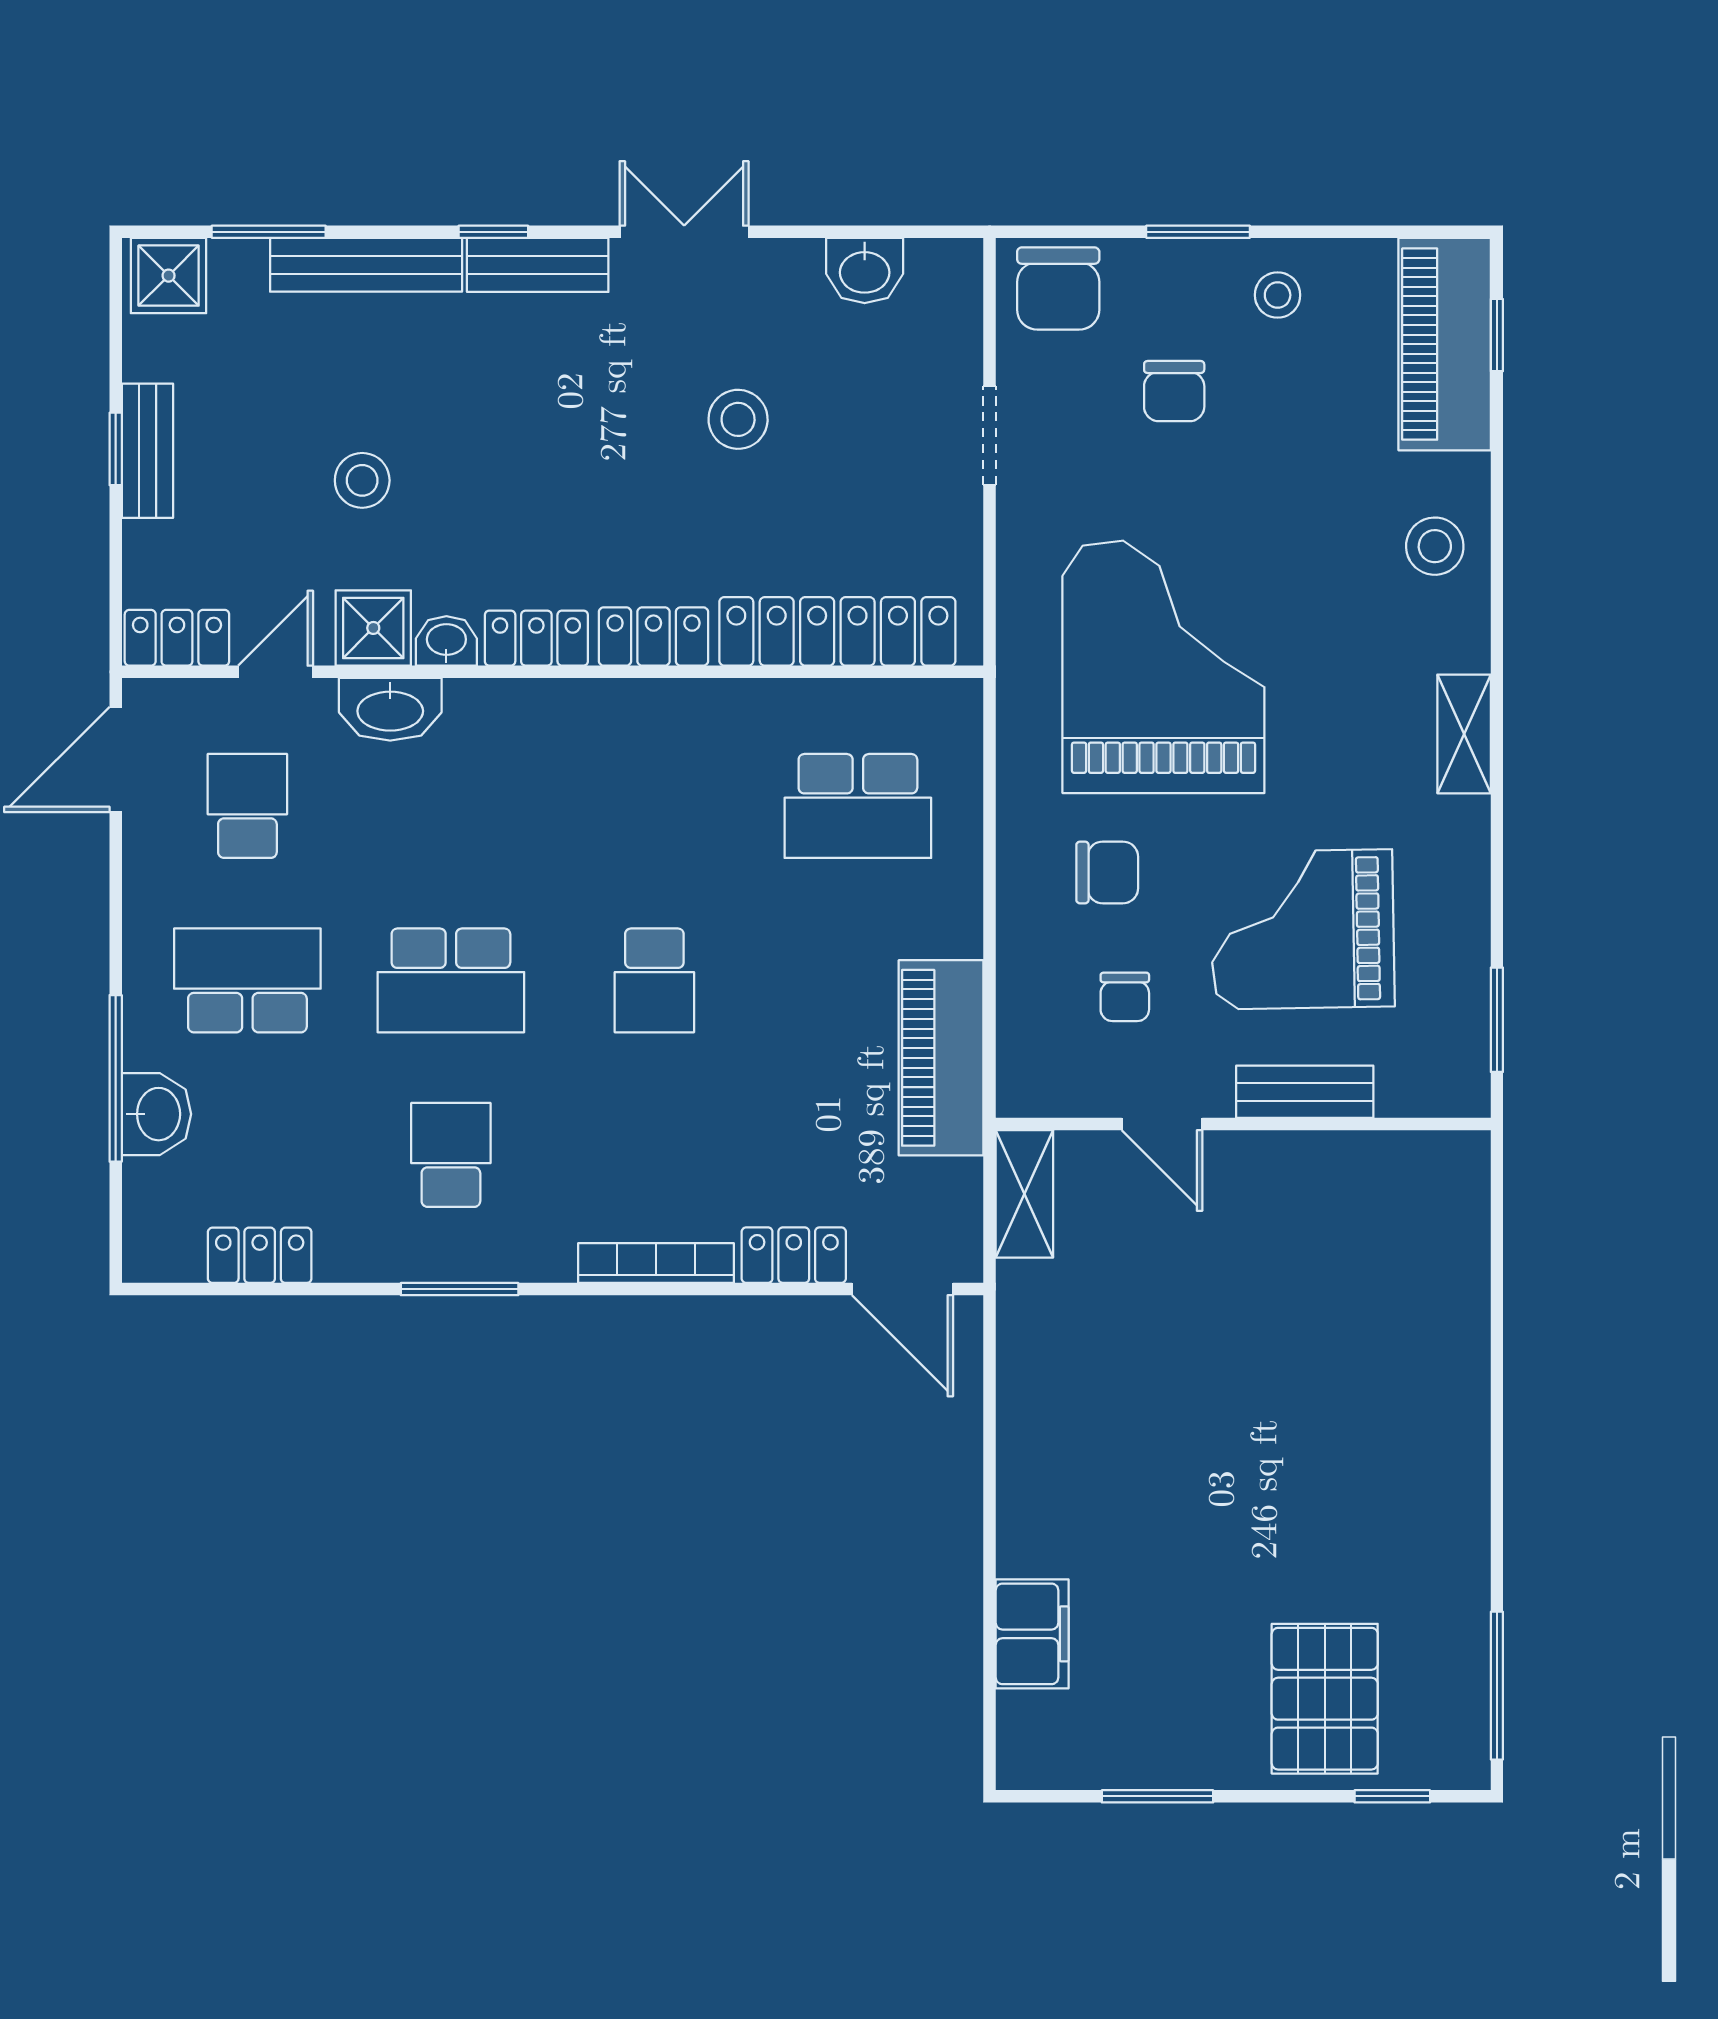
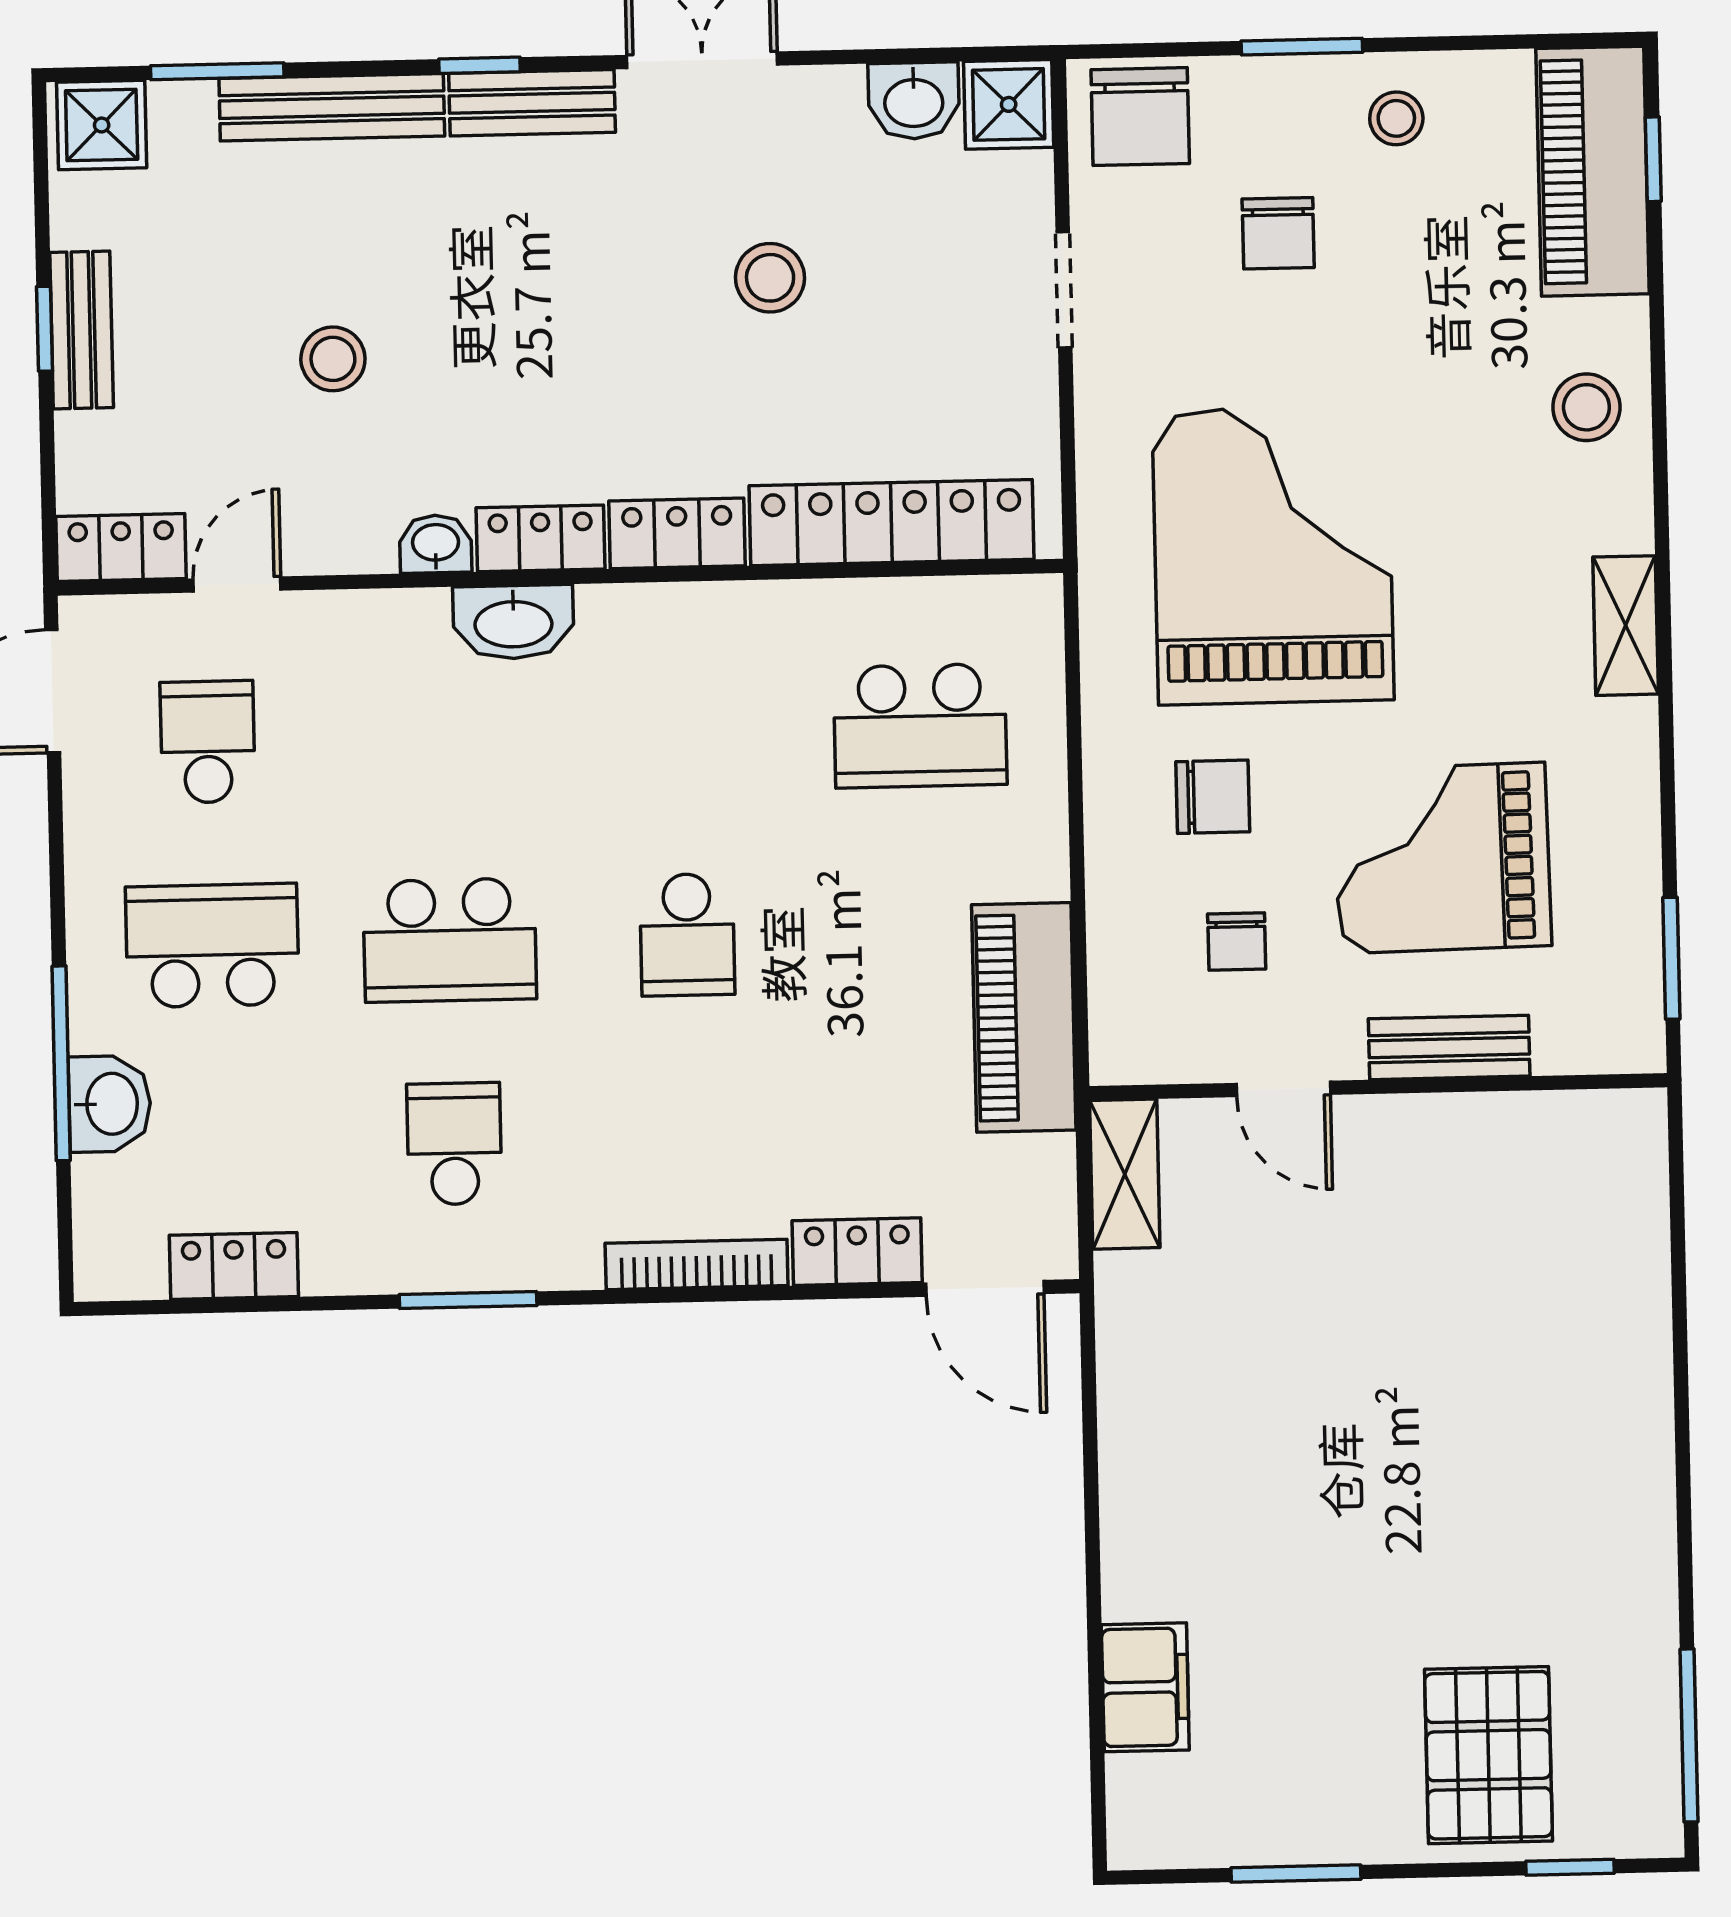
shower: (373, 628) -> (1009, 104), moved
washbasin: (390, 709) -> (513, 622), moved

